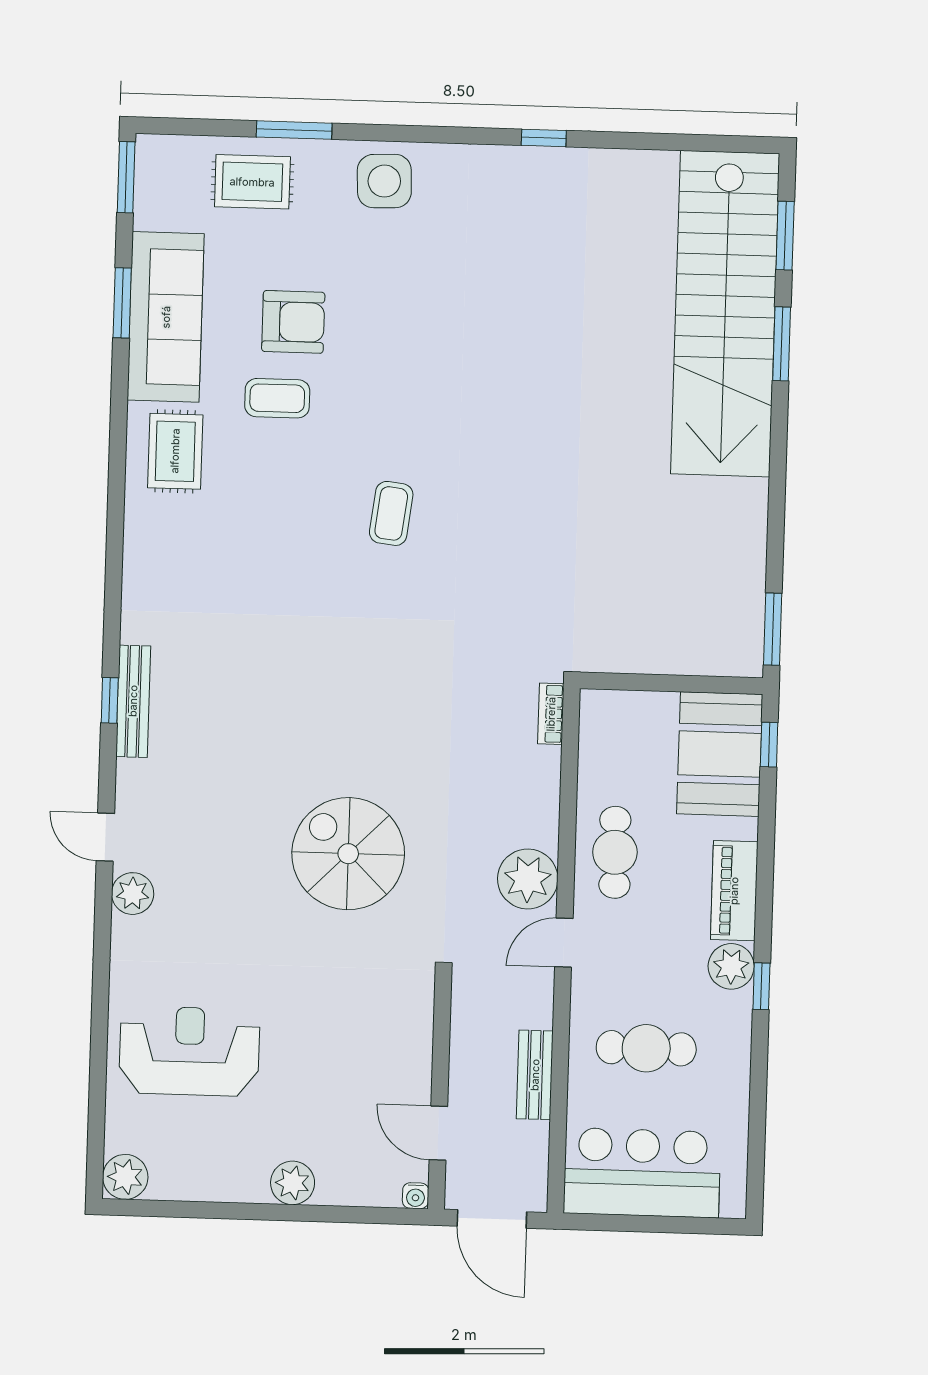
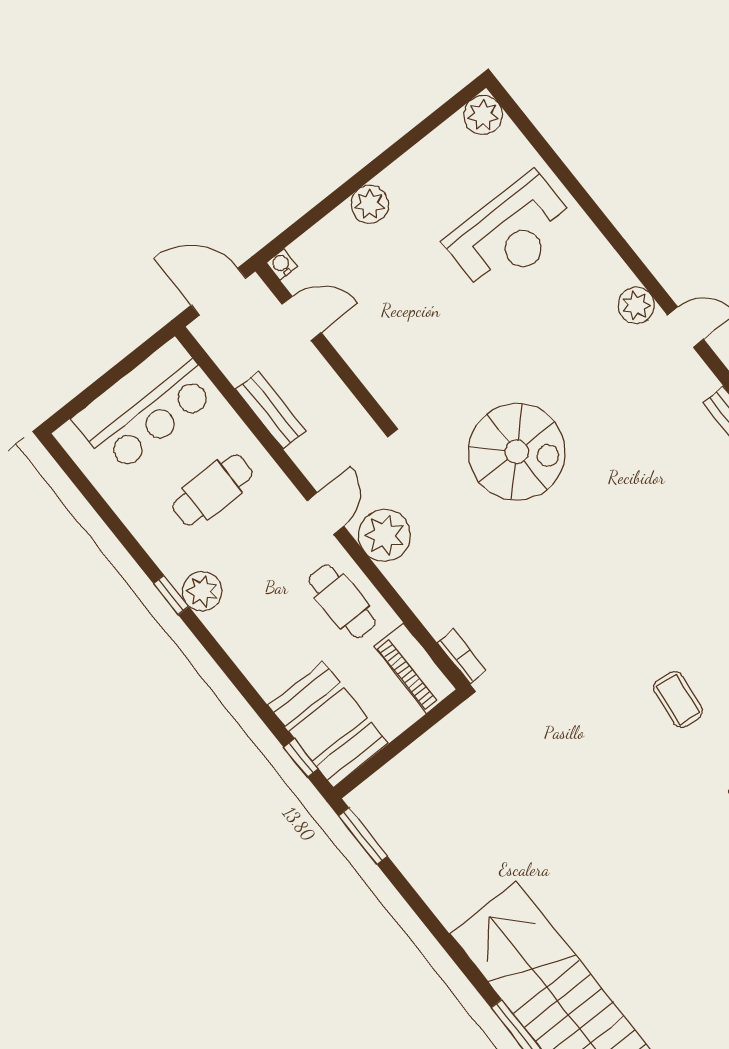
piano: (734, 891) -> (415, 668), moved, turned 180

